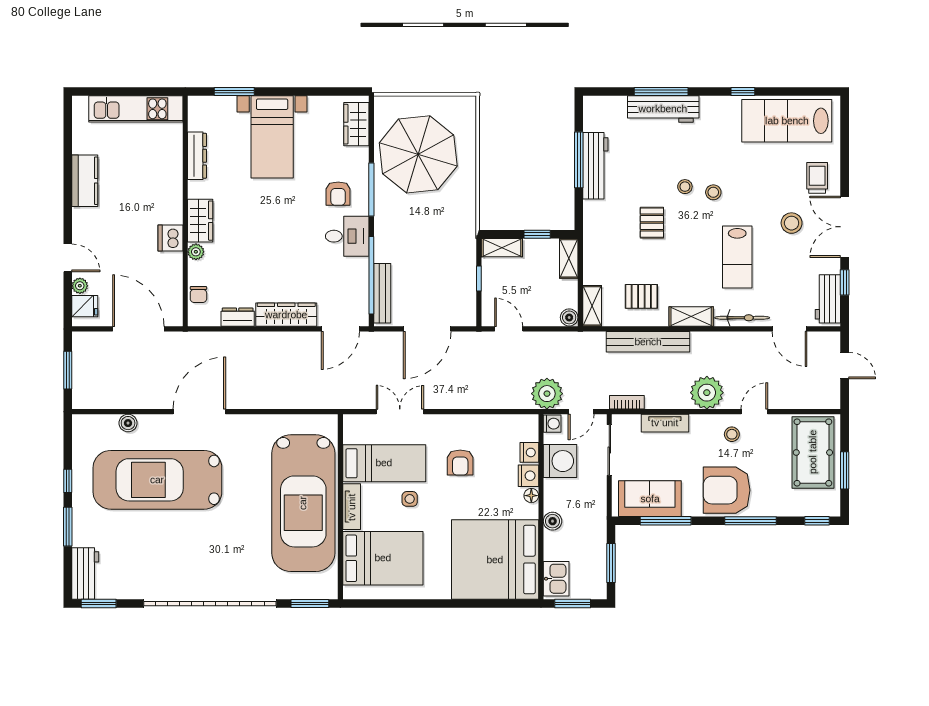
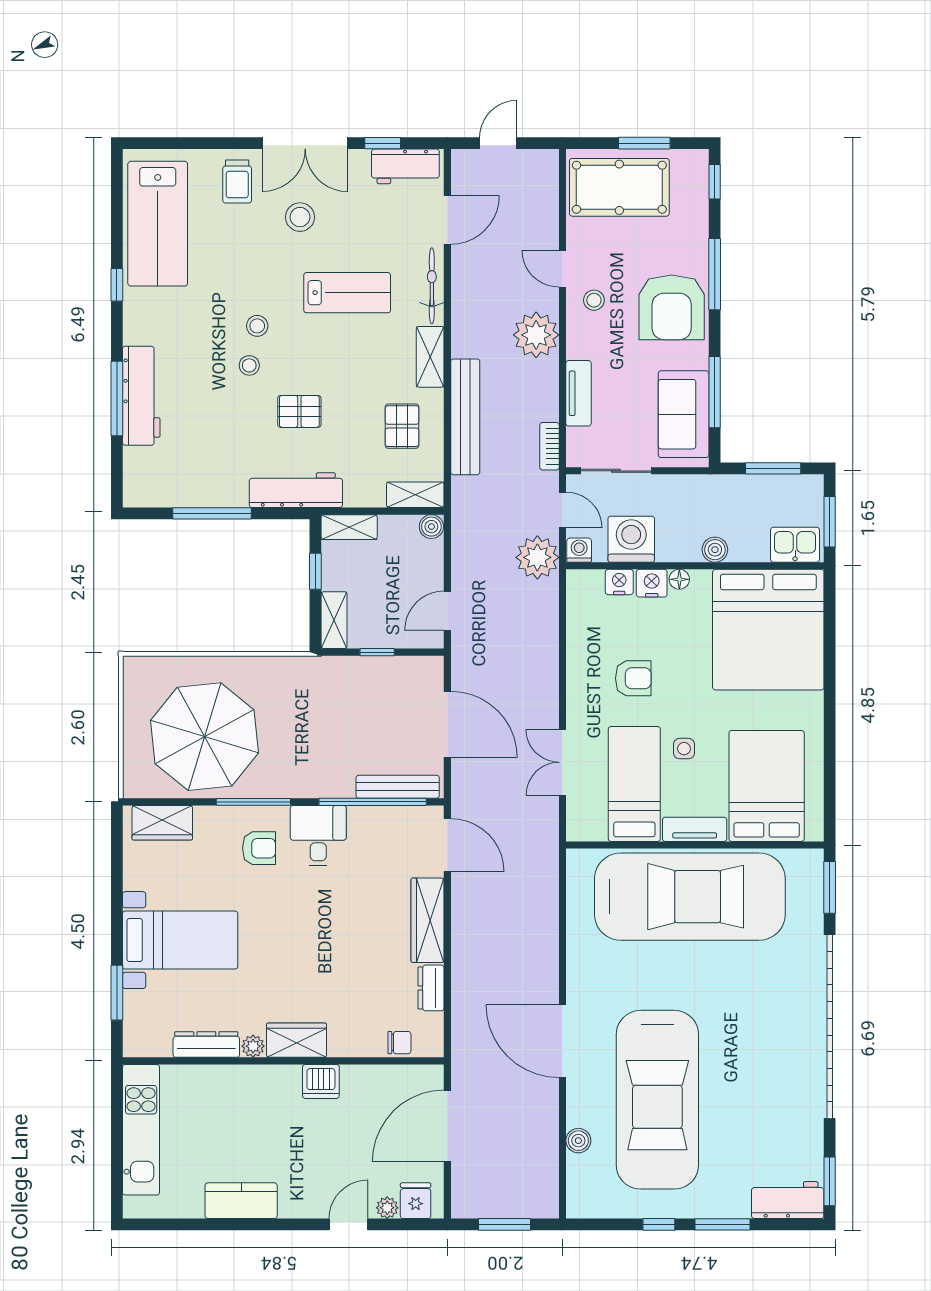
workbench: (595, 166) -> (296, 490), moved
trolley: (817, 178) -> (237, 181), turned -90
plant: (196, 252) -> (253, 1046), moved

